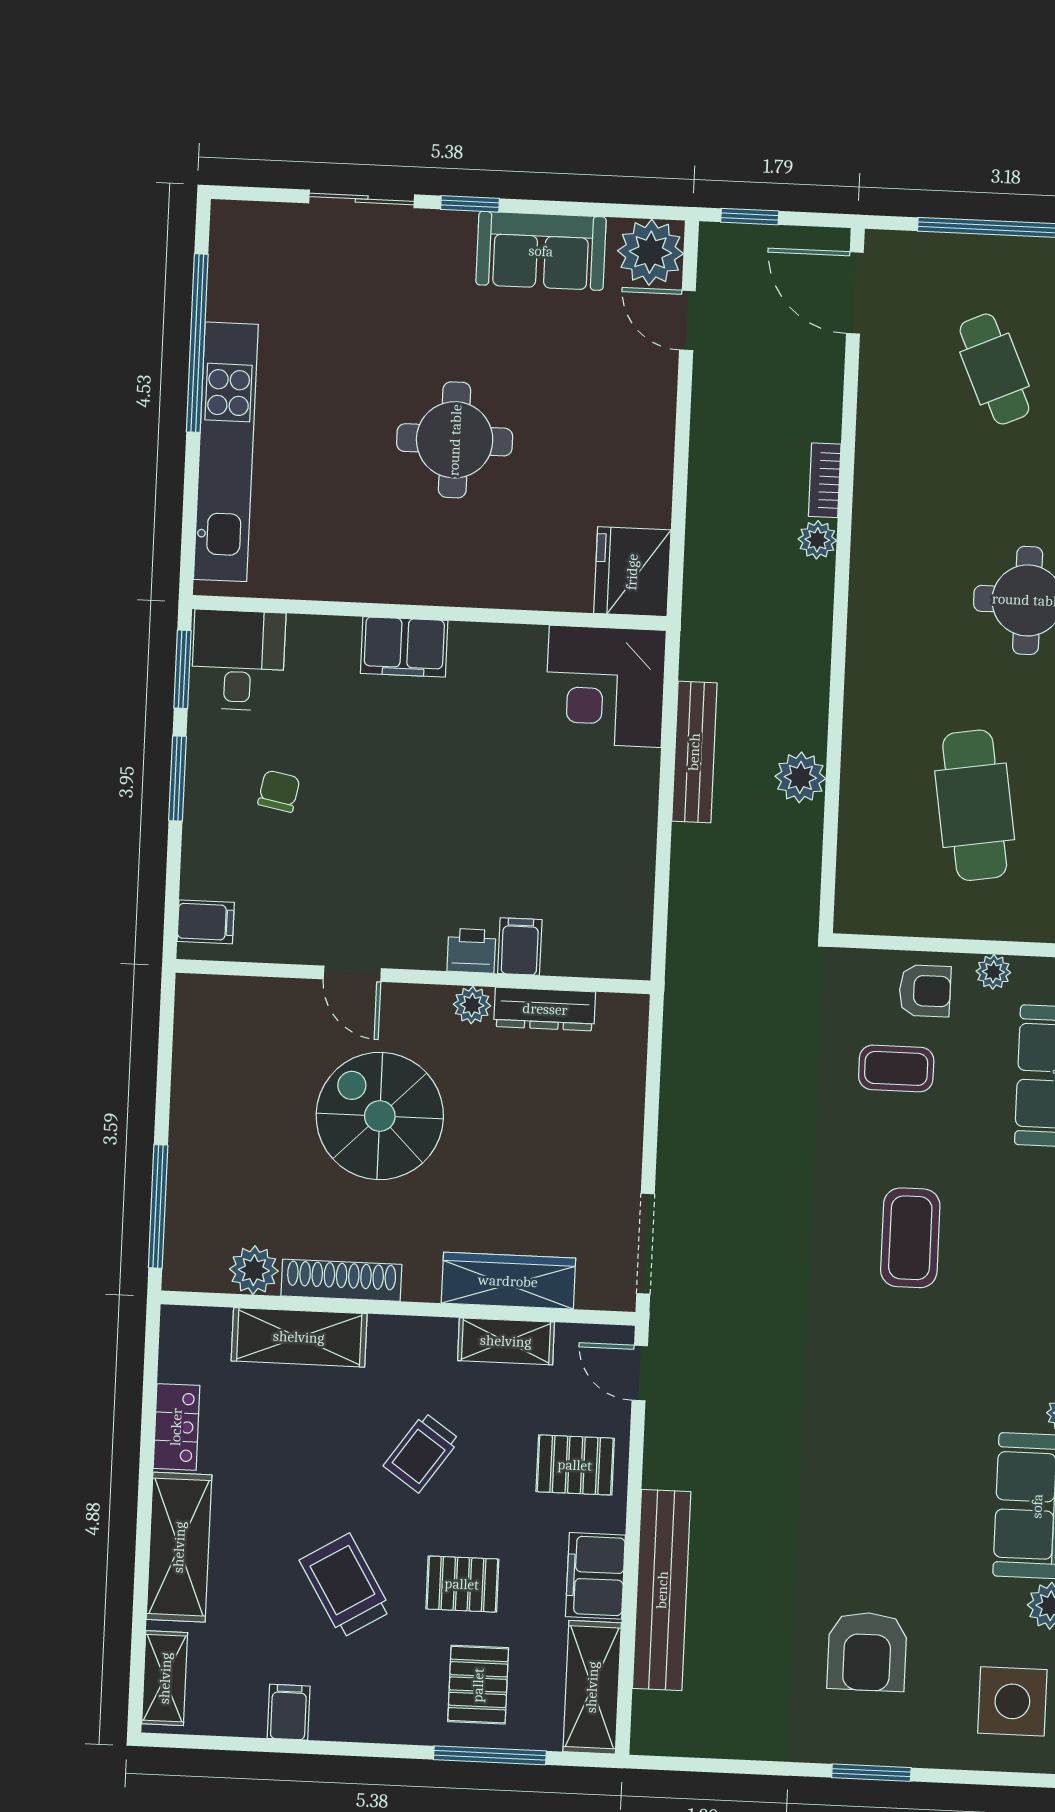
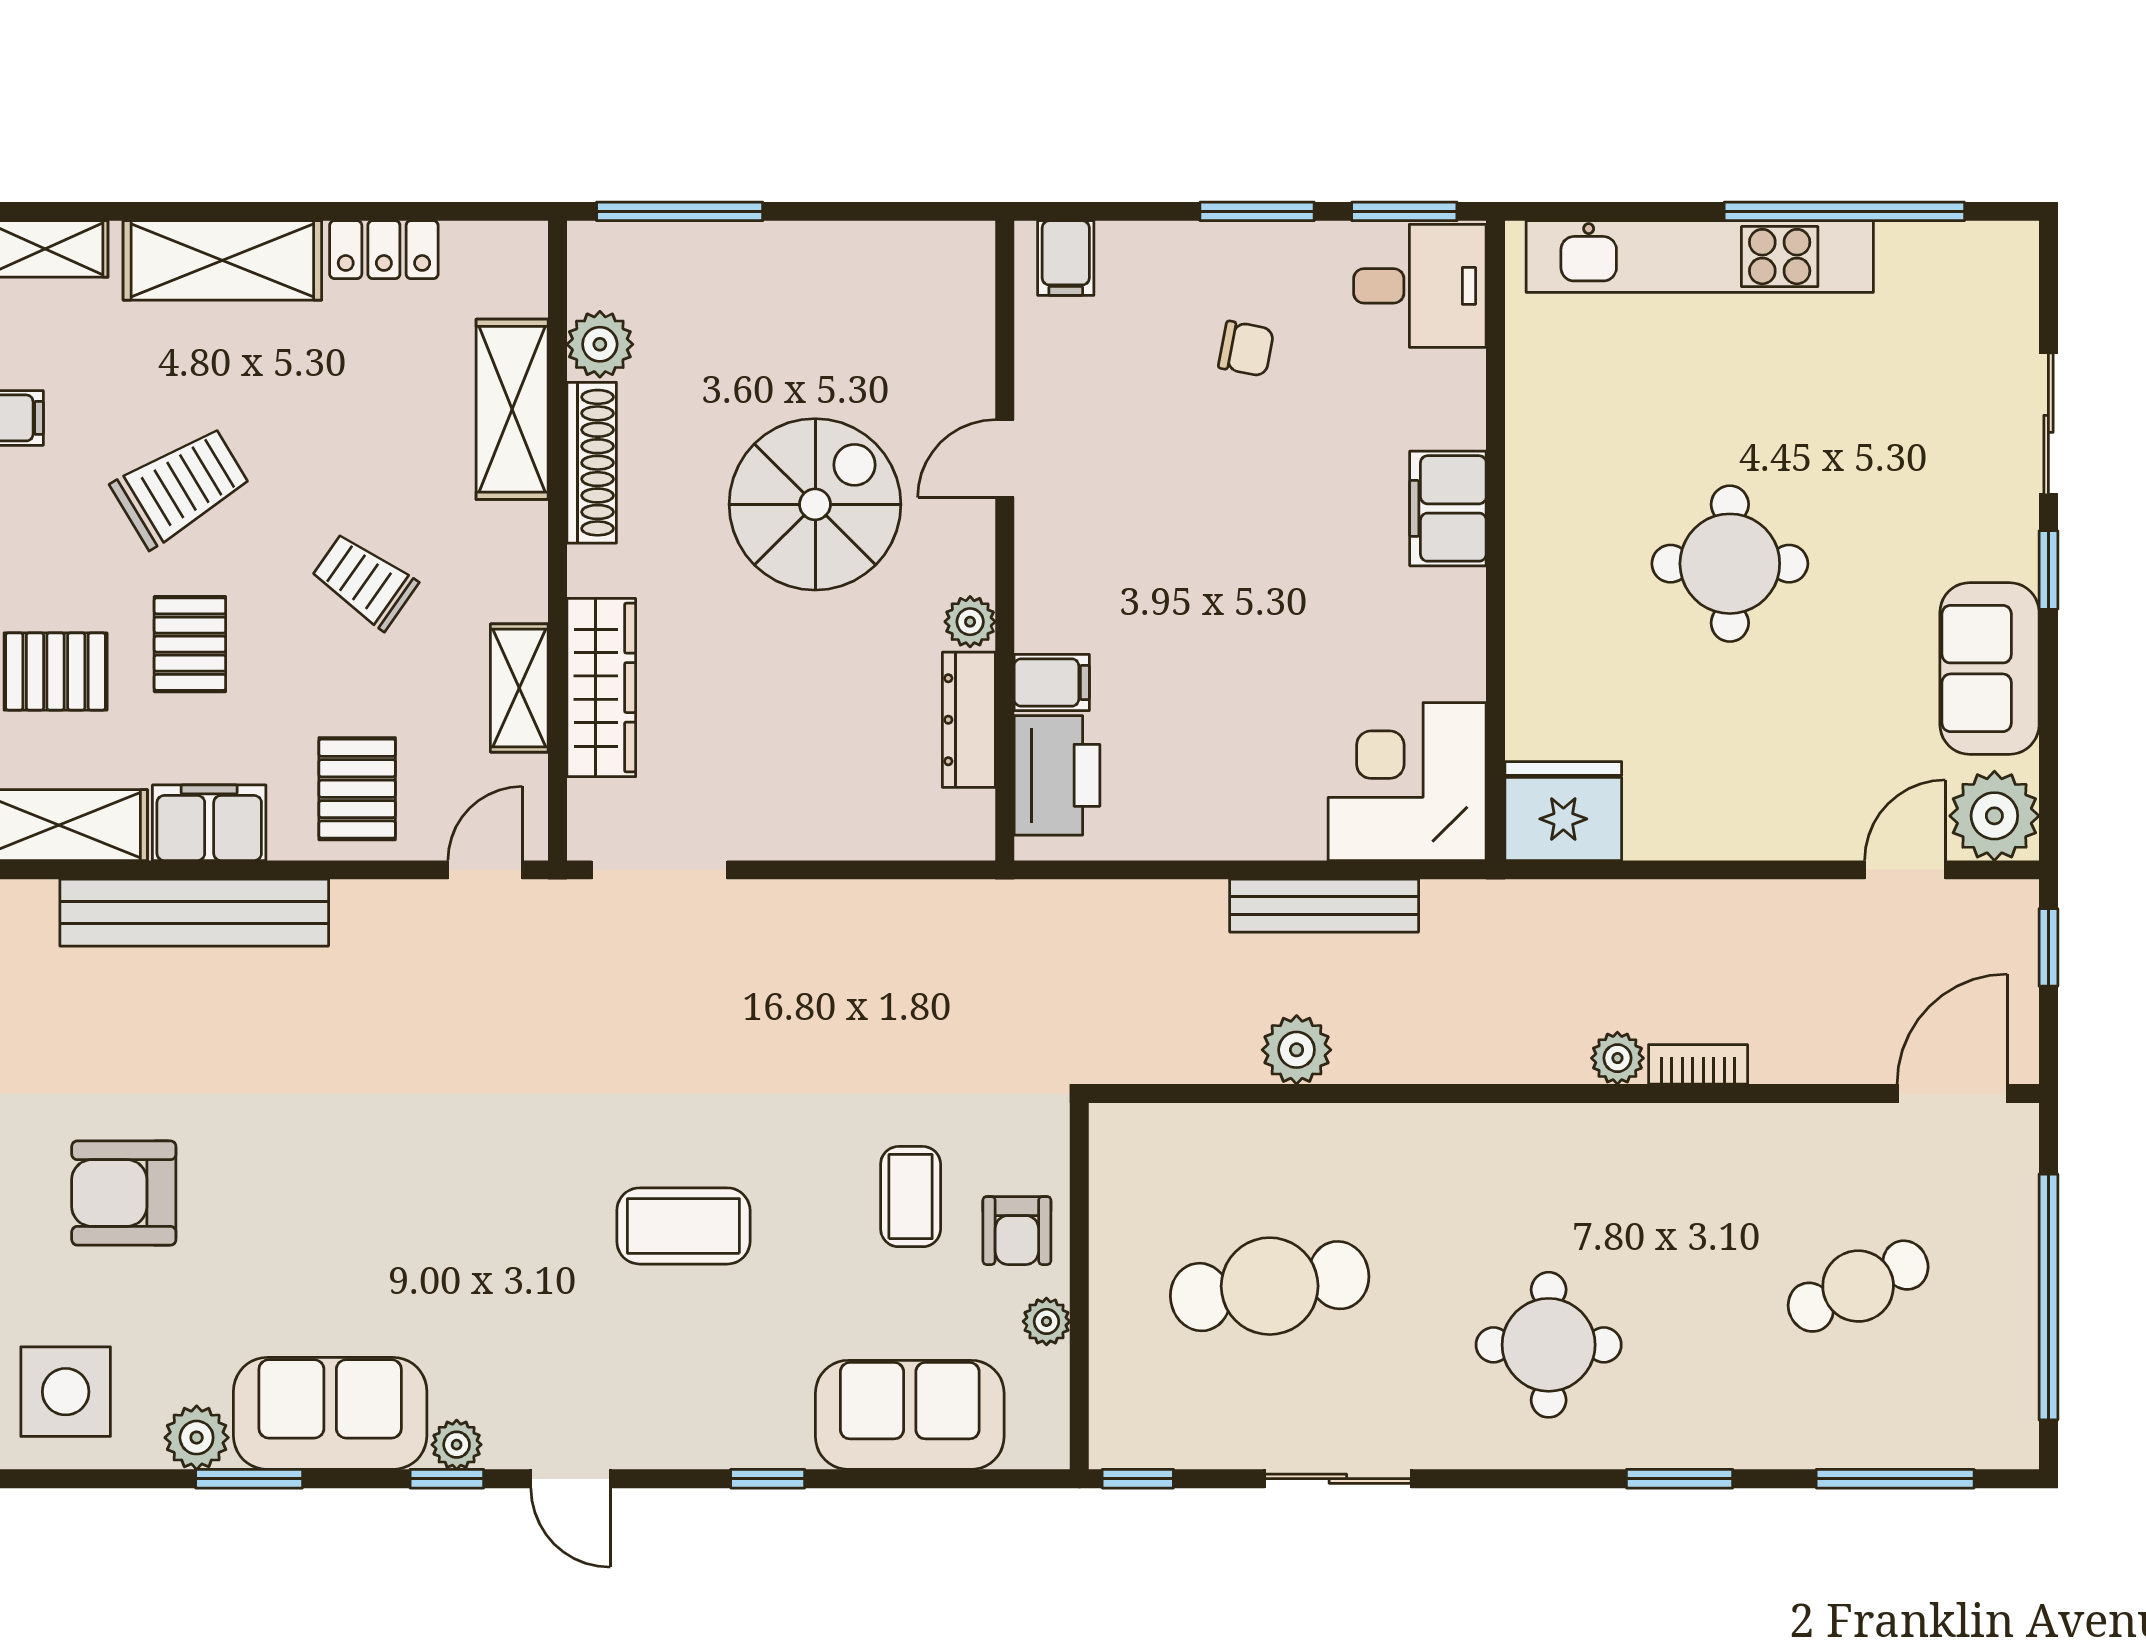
printer: (471, 951) -> (1057, 775), moved, width x1.87, depth x1.48

